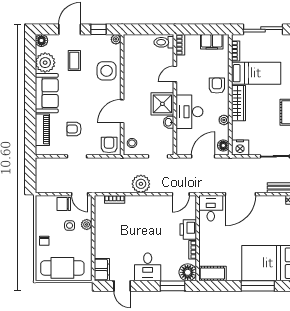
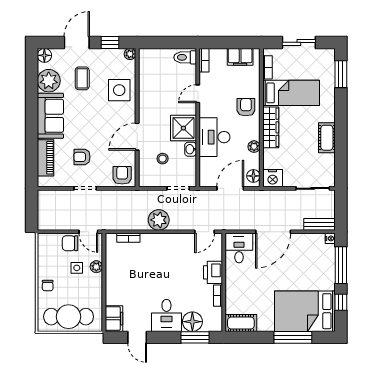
sliding door: (263, 29) -> (299, 42), width x0.73
stool: (132, 143) -> (163, 159), moved
floor lamp: (188, 272) -> (192, 322), moved

